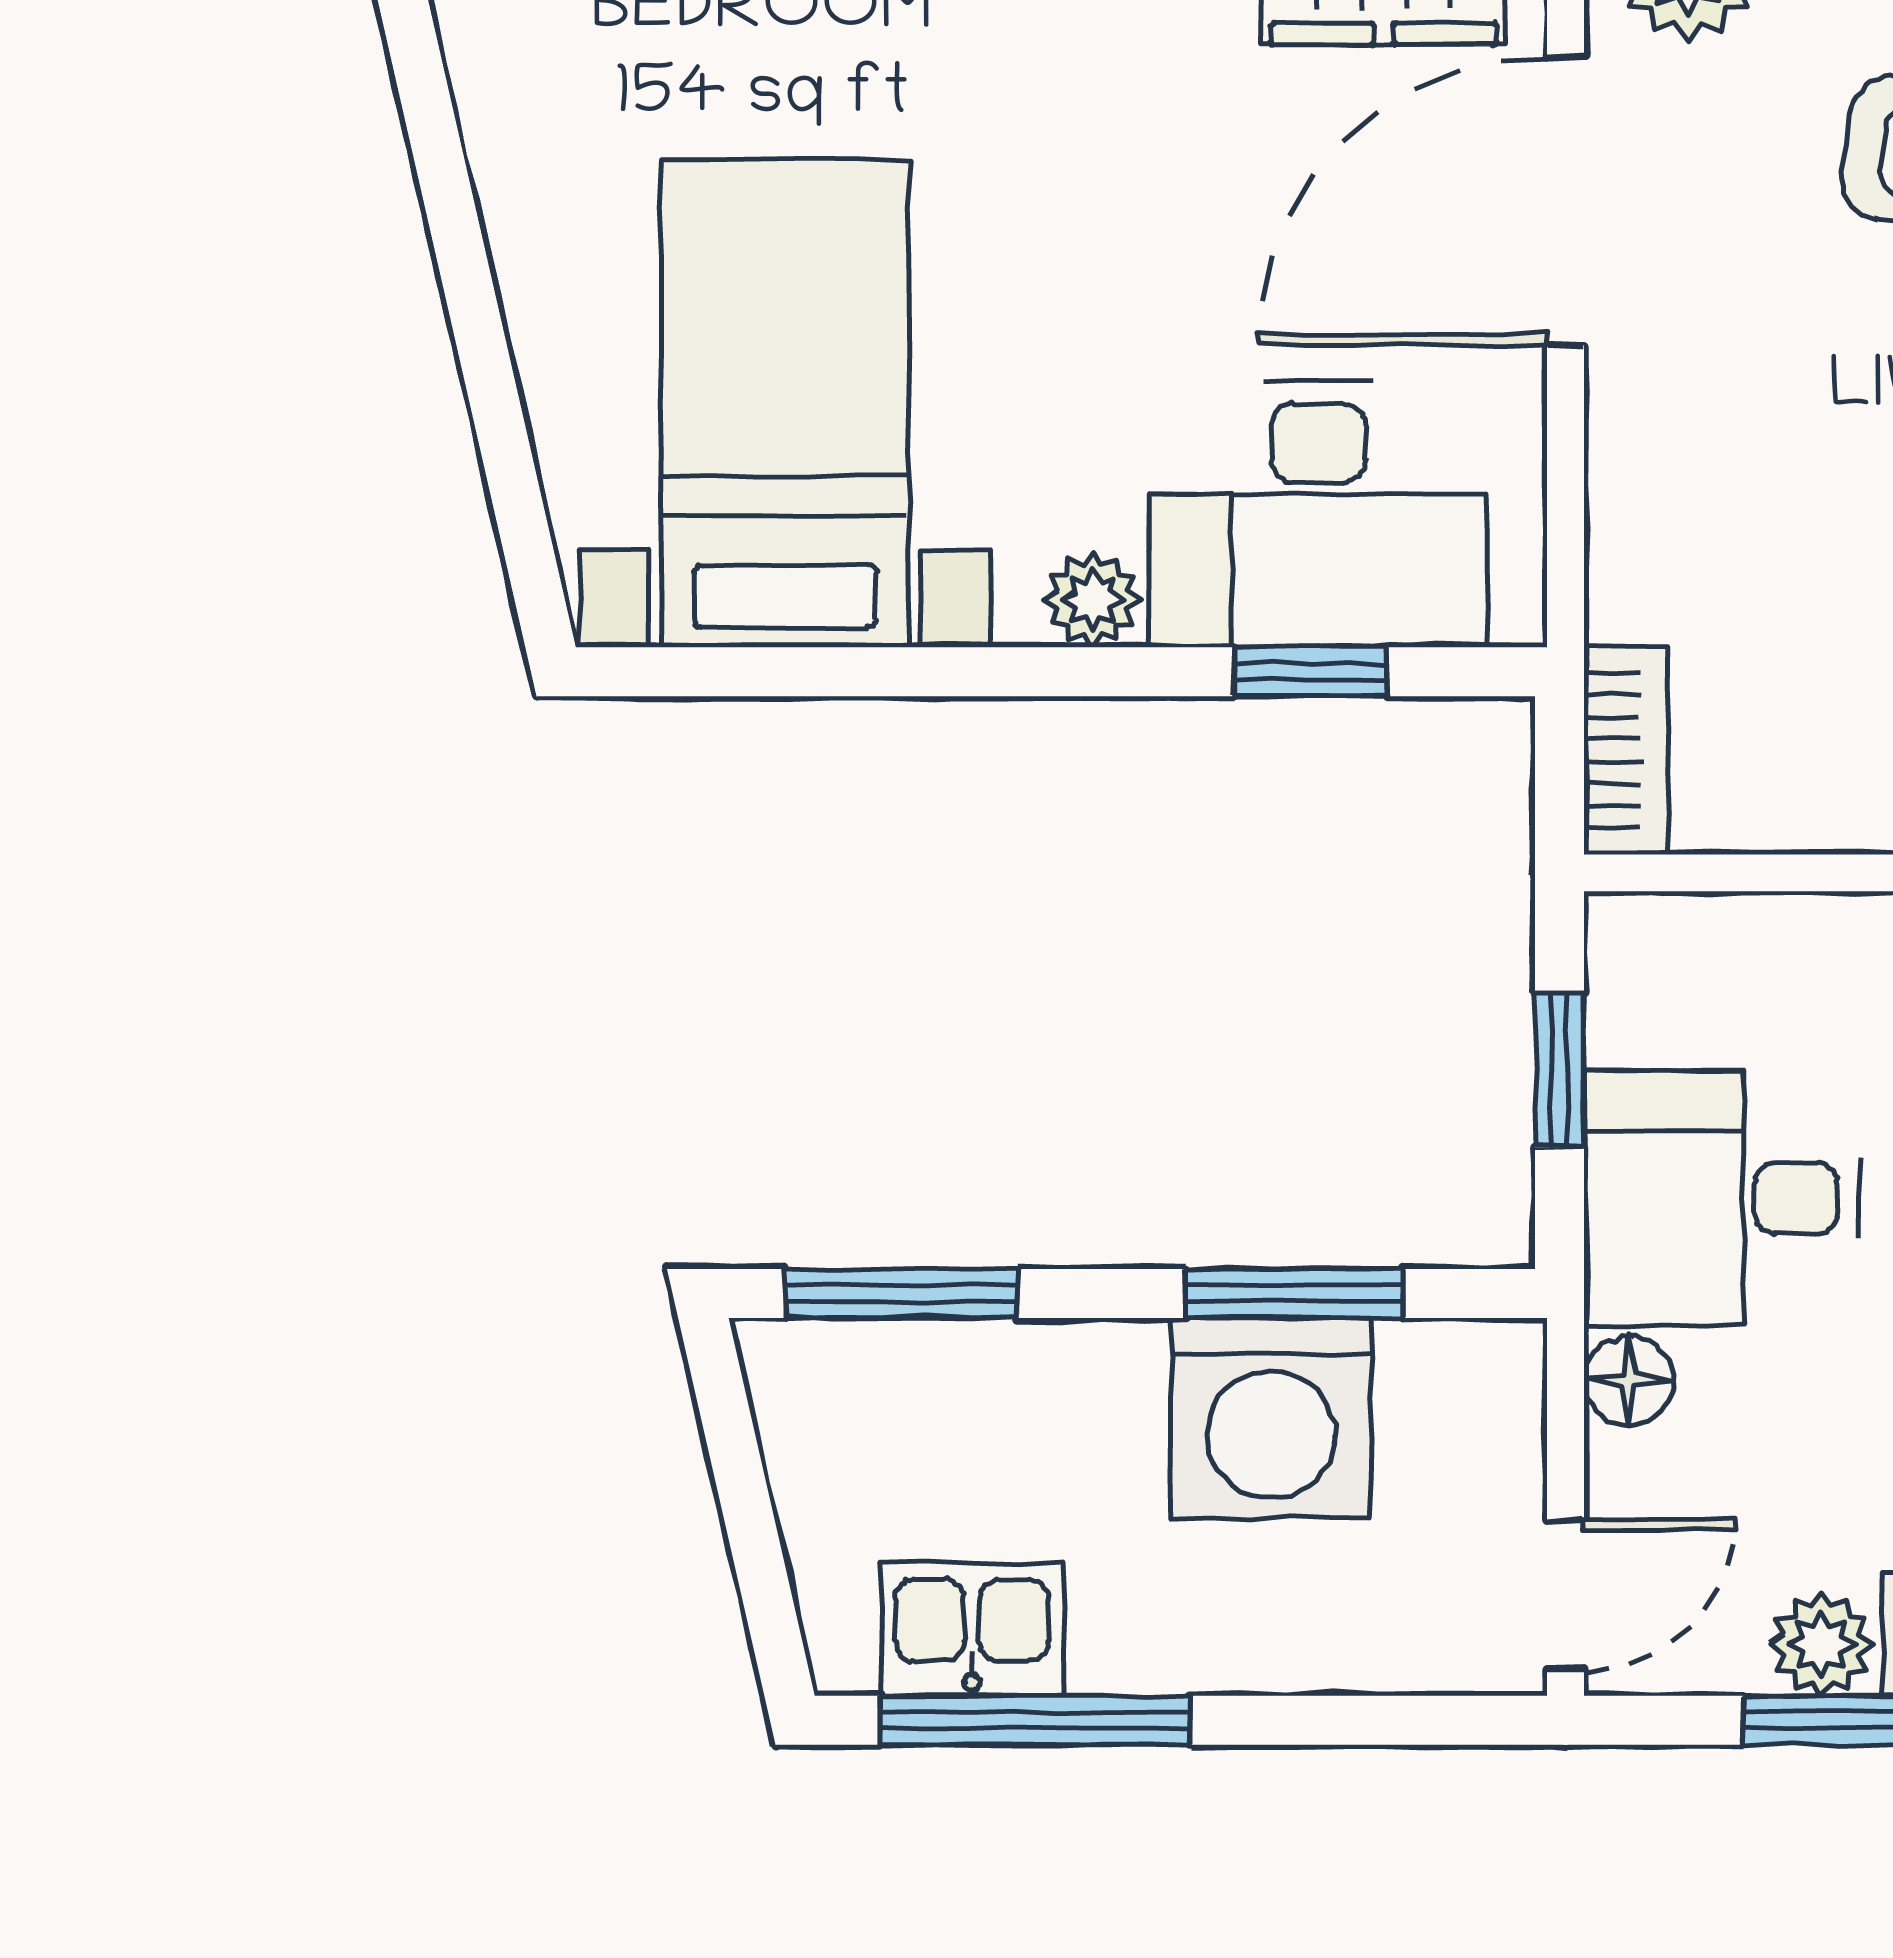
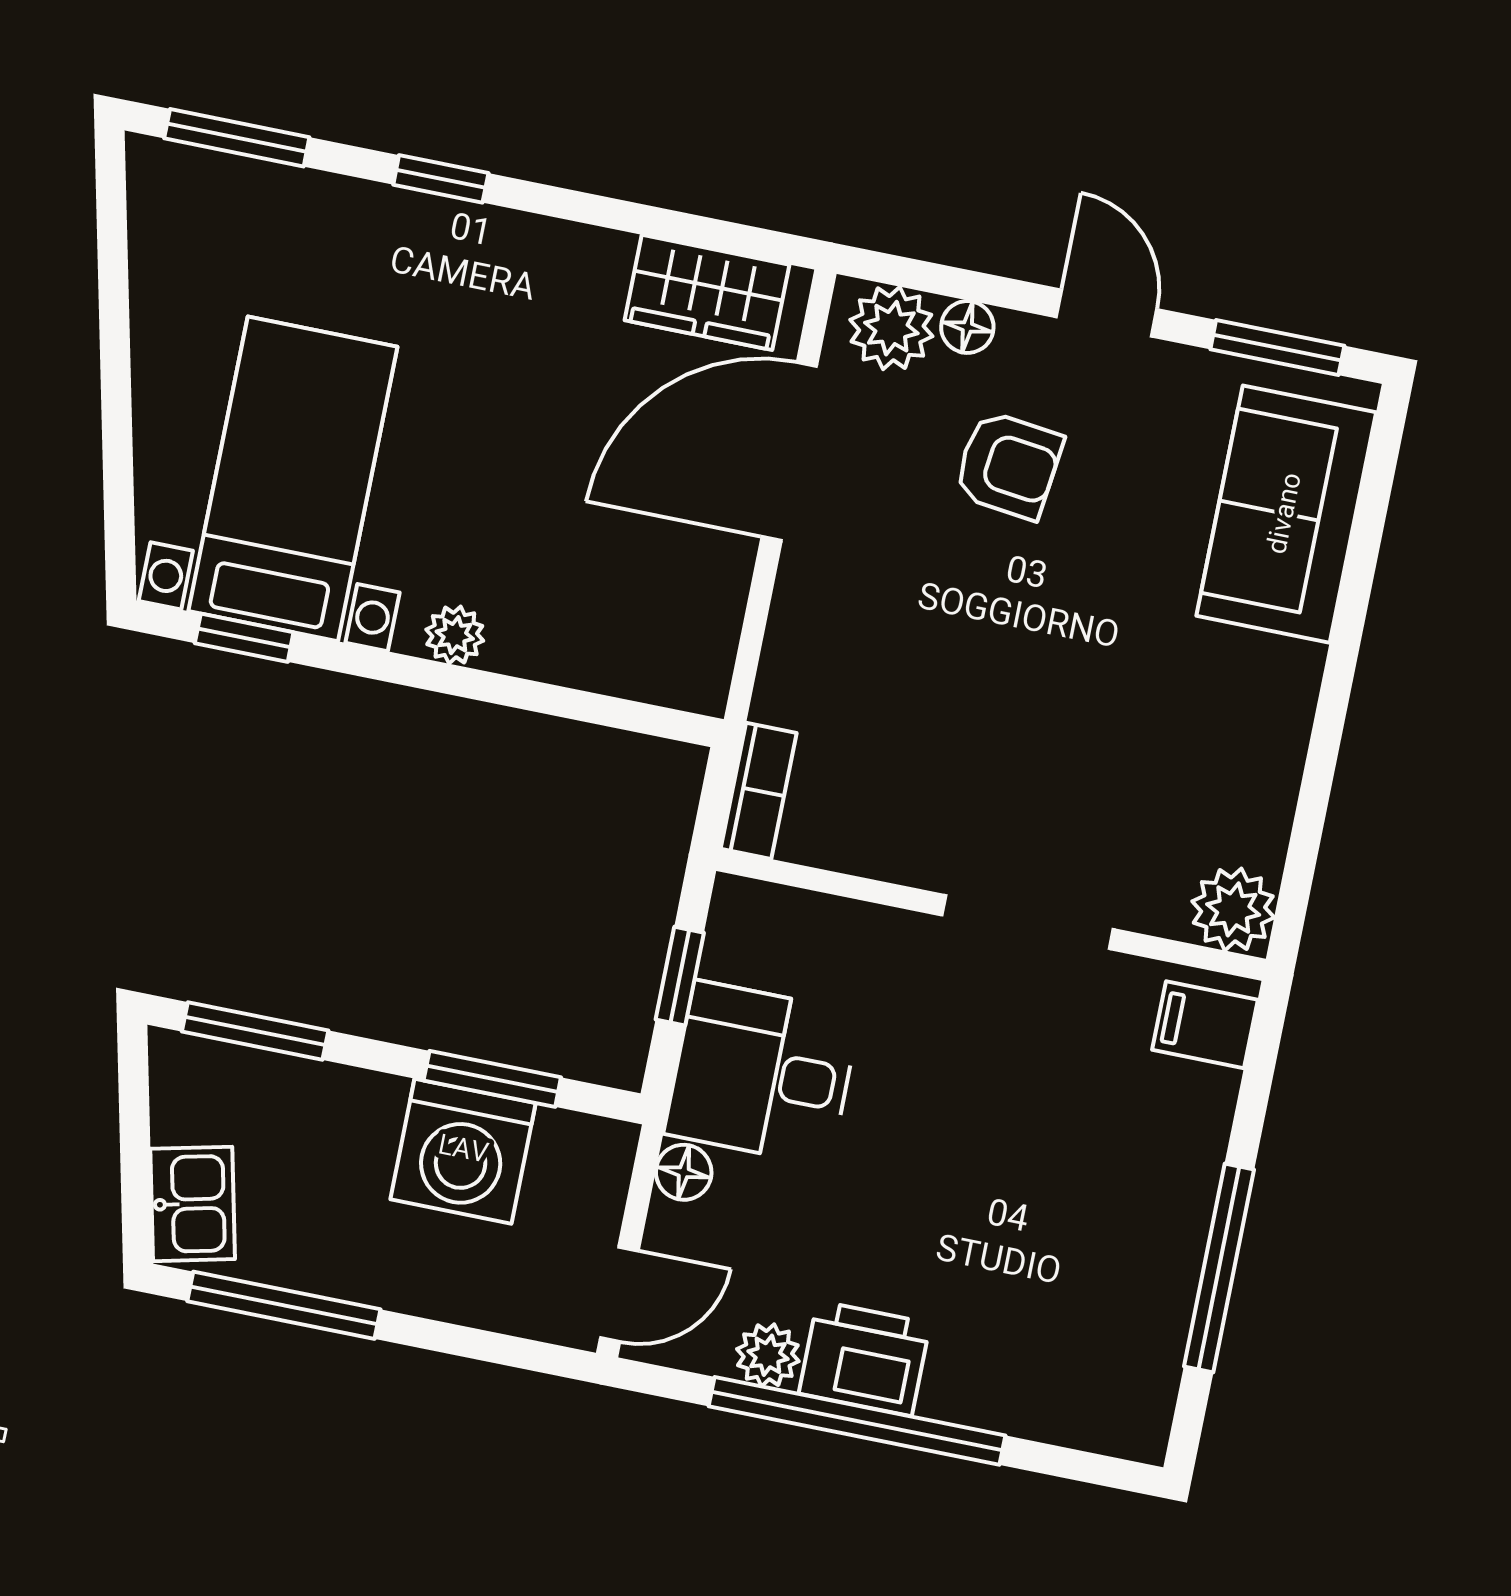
desk: (1318, 515) -> (602, 611), removed
window: (1311, 672) -> (244, 638), moved
kitchen sink: (972, 1630) -> (193, 1204), moved, turned 77

